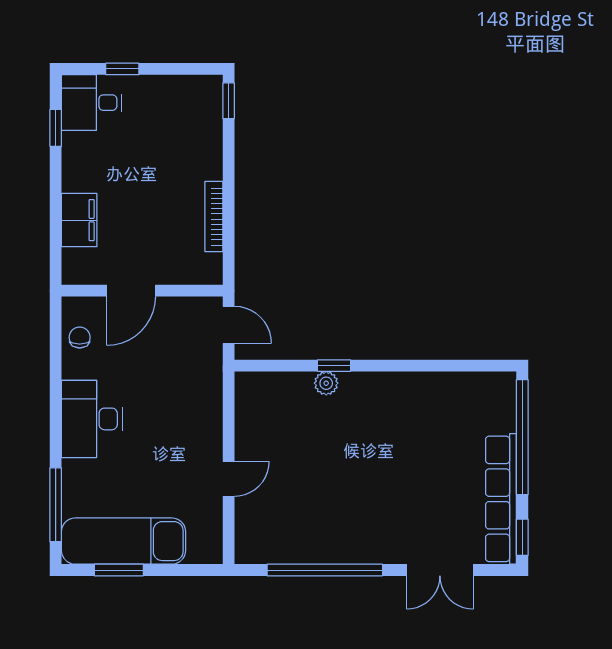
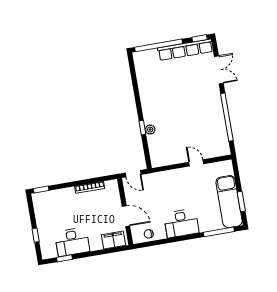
desk: (92, 103) -> (72, 242), moved, width x1.37
filing cabinet: (79, 220) -> (114, 240), moved
door: (229, 325) -> (133, 174), swing flipped

